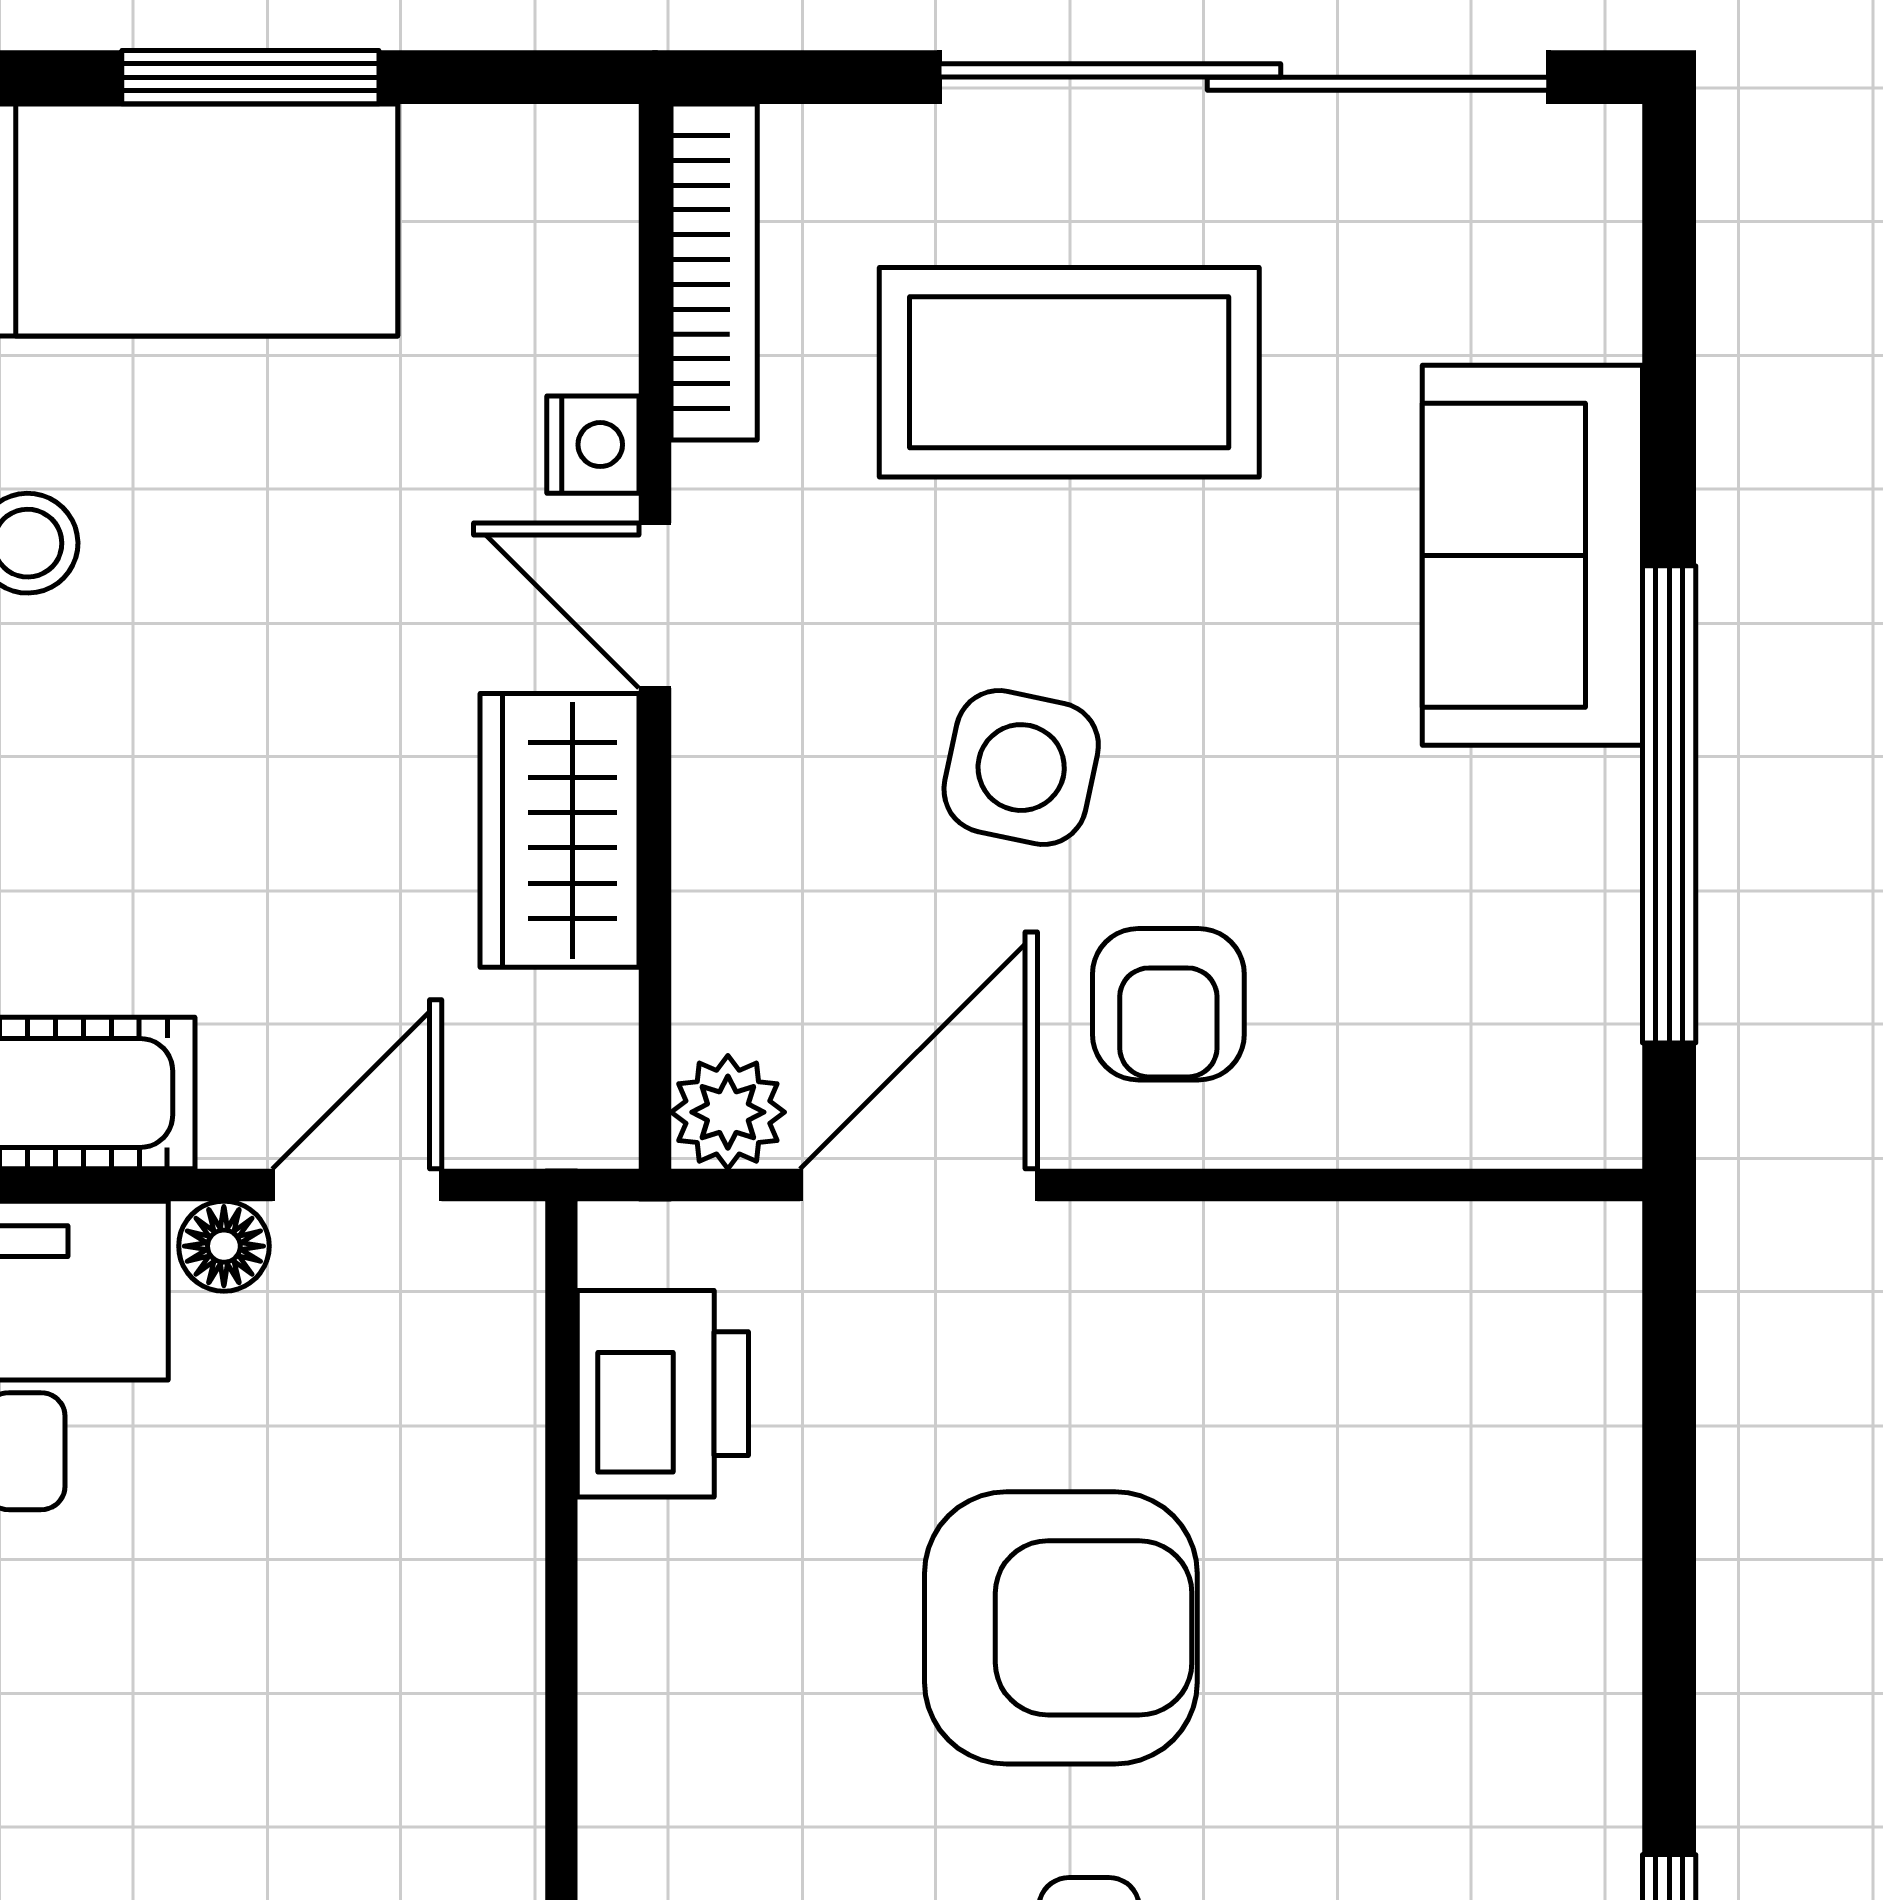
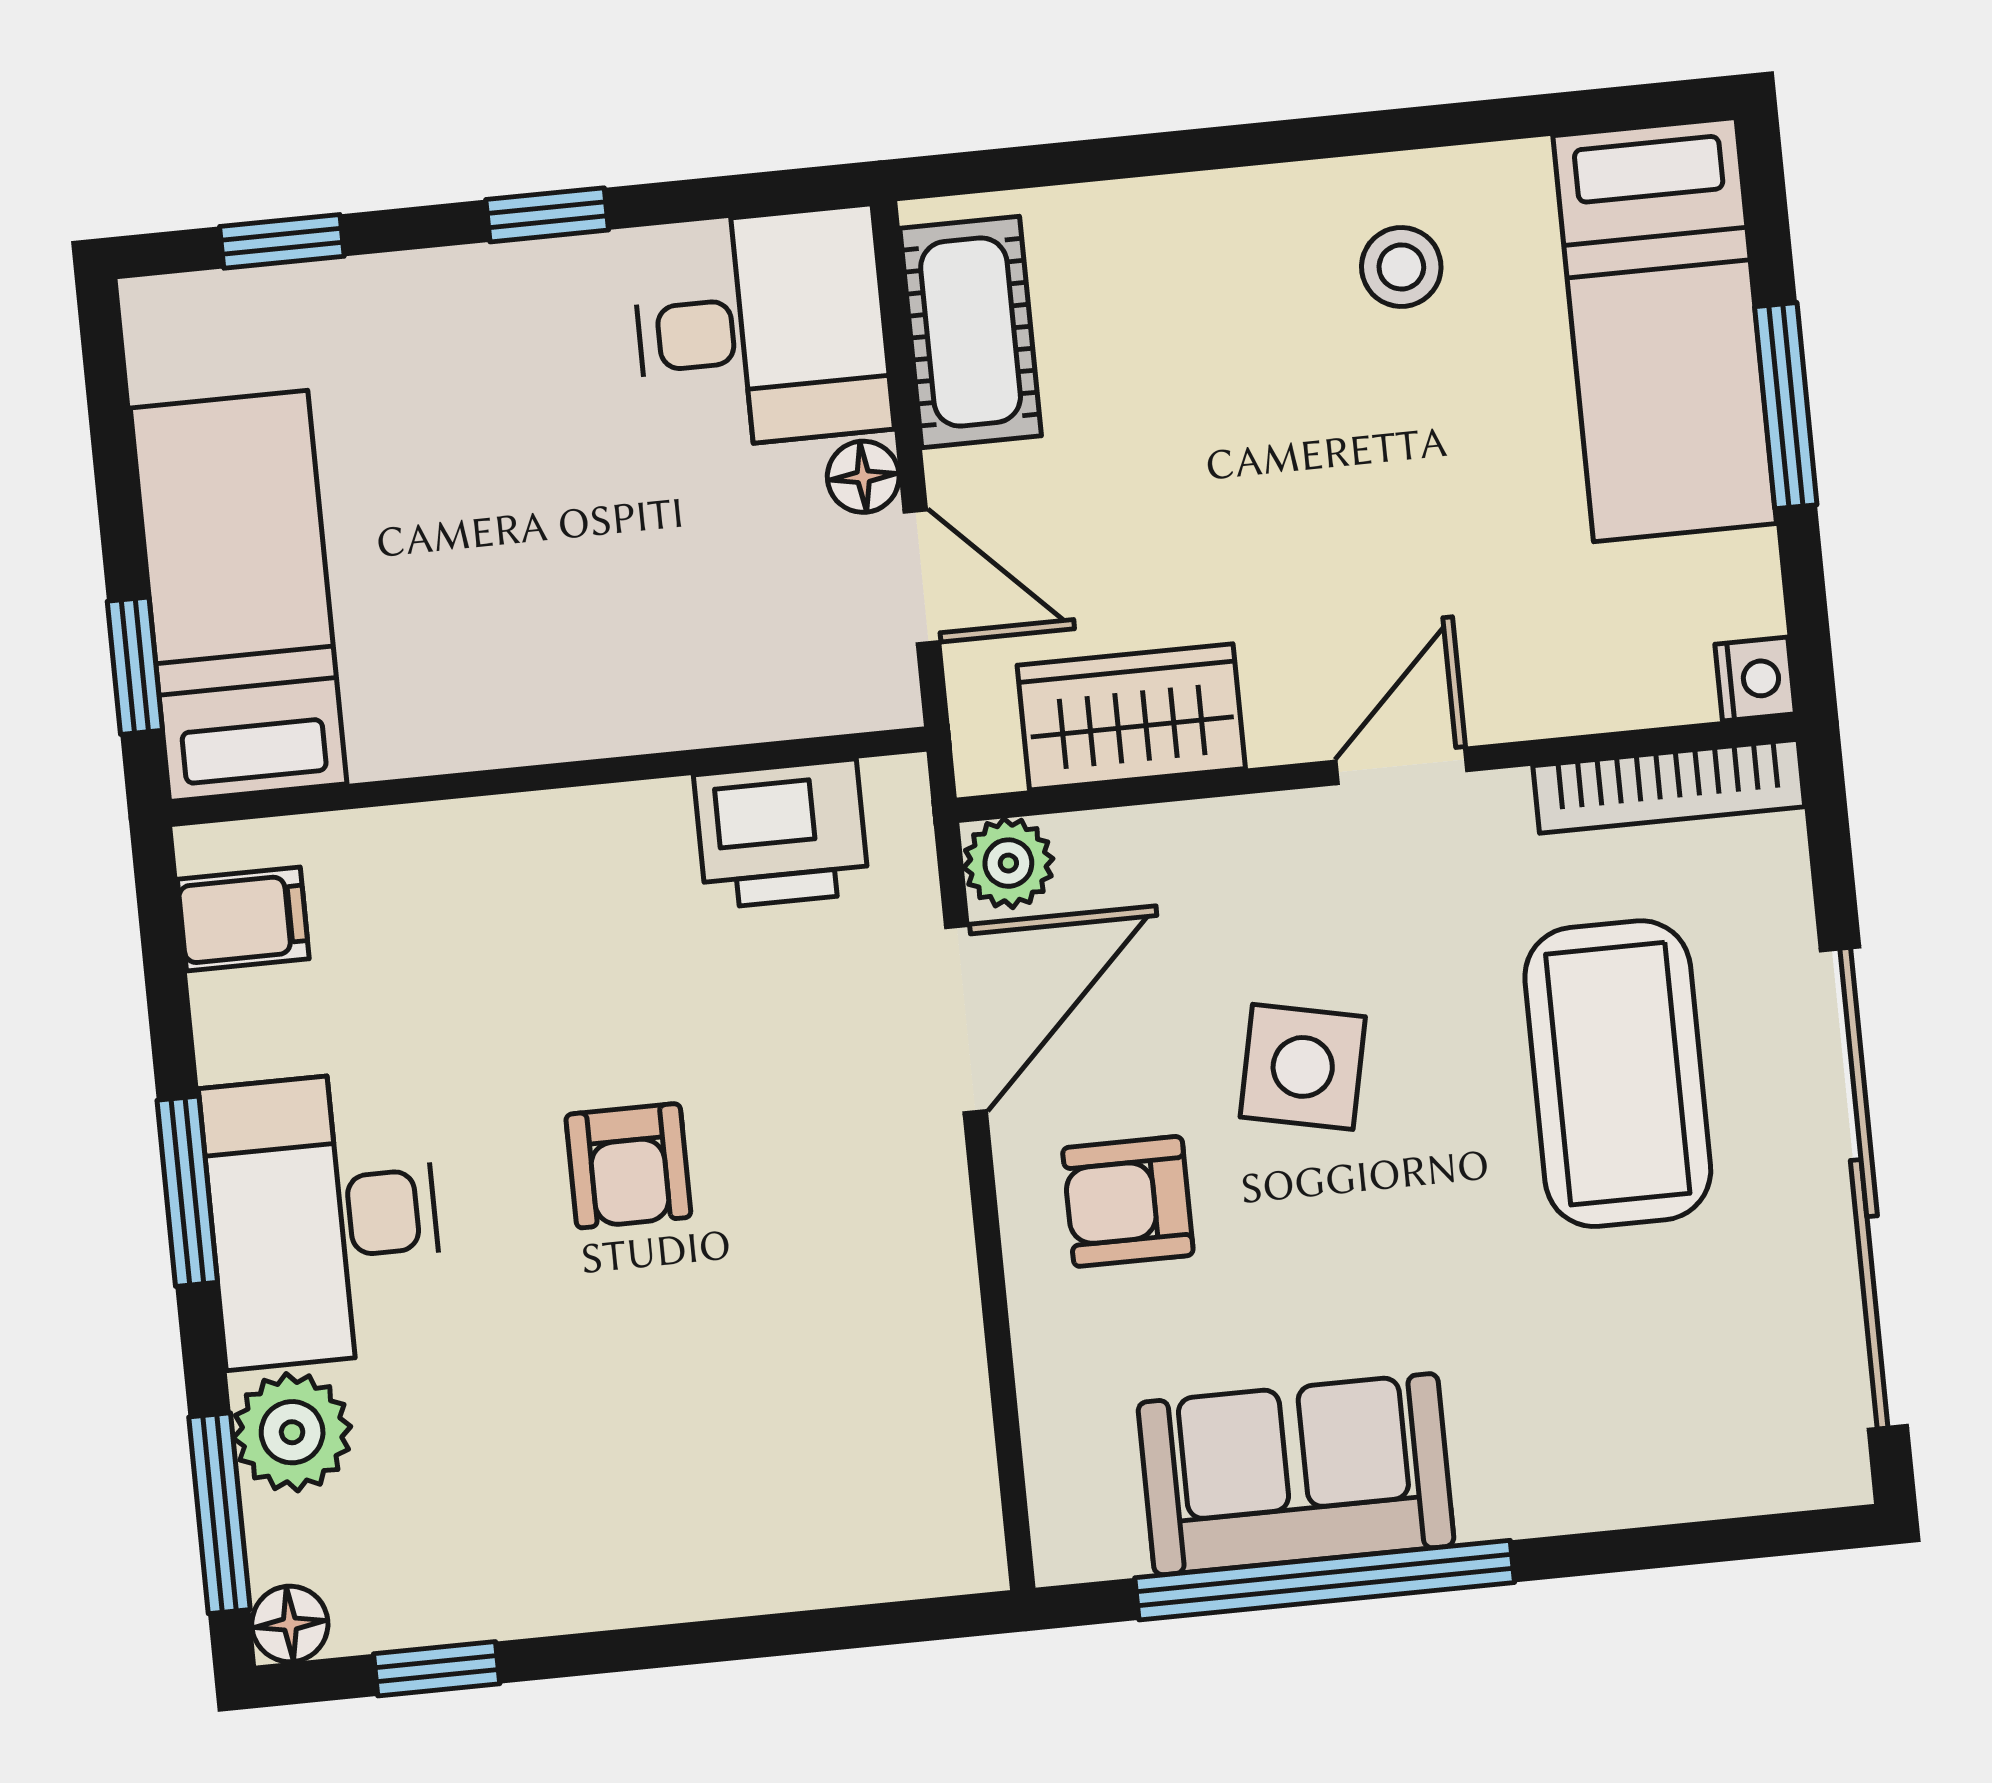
nightstand: (593, 445) -> (1755, 679), moved, turned -90
sofa: (1532, 555) -> (1296, 1474), moved
wardrobe: (559, 830) -> (1131, 717), moved
door: (919, 1185) -> (966, 1019), hinge flipped
armchair: (1061, 1628) -> (628, 1166), width x0.53, depth x0.53

